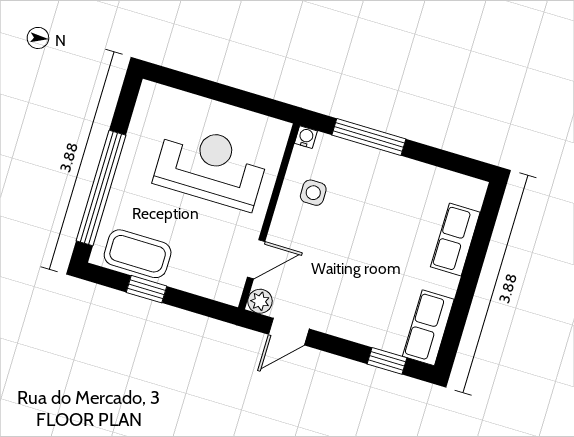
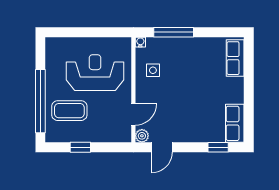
row of seats: (455, 240) -> (235, 58), moved
coffee table: (138, 254) -> (69, 111), moved

